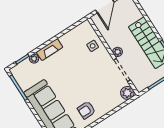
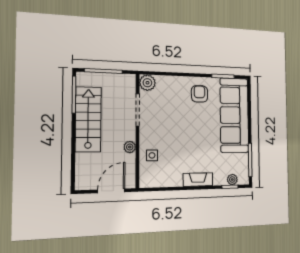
plant: (118, 52) -> (130, 147), moved
plant: (34, 59) -> (232, 179), moved
armchair: (86, 110) -> (199, 94), turned -90

